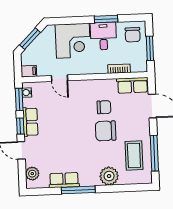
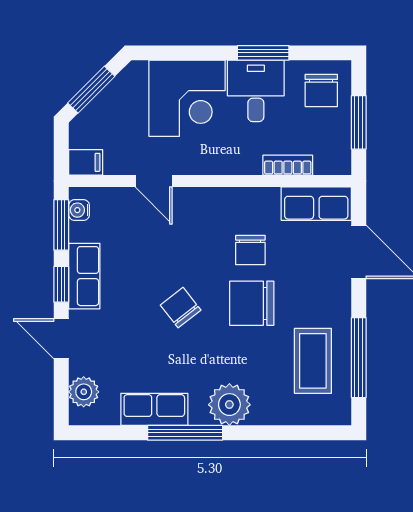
chair: (104, 107) -> (250, 250), turned 90
chair: (74, 134) -> (181, 308), added
plant: (109, 176) -> (229, 405), moved

